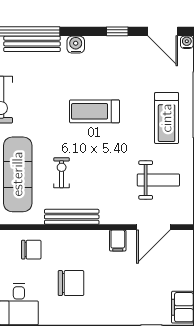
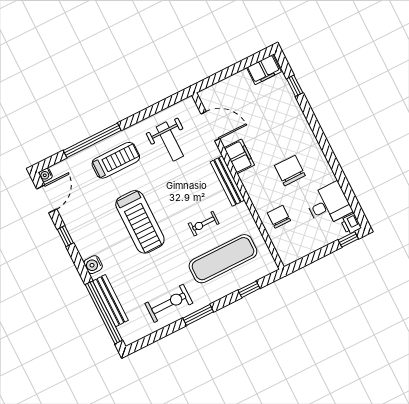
treadmill: (95, 111) -> (140, 222), width x1.37, depth x1.38
weight bench: (158, 180) -> (170, 141), turned 180
bench: (72, 217) -> (227, 181), moved
filing cabinet: (118, 241) -> (239, 156), width x2.00

